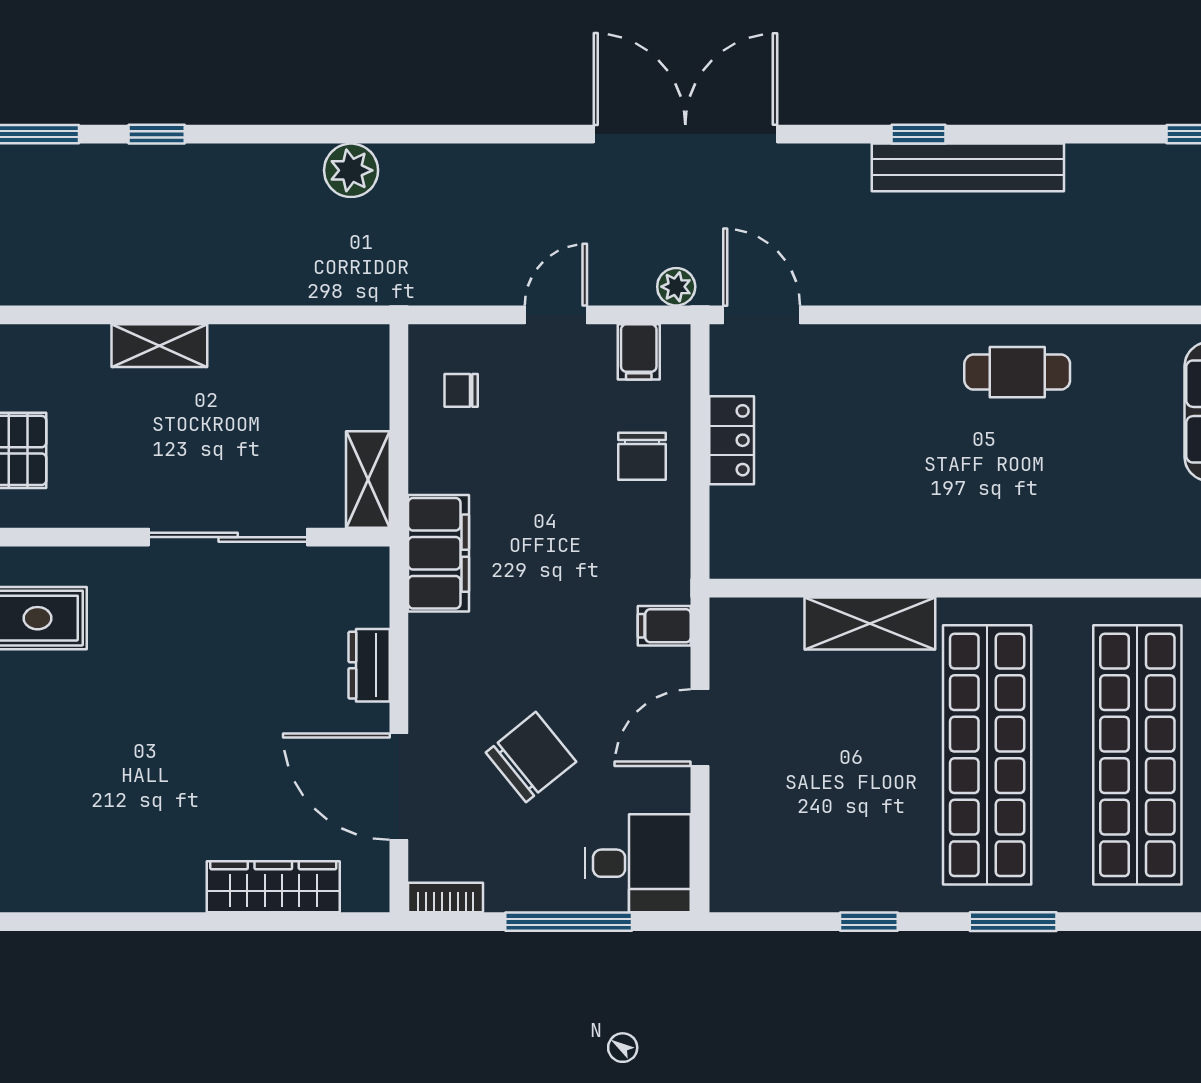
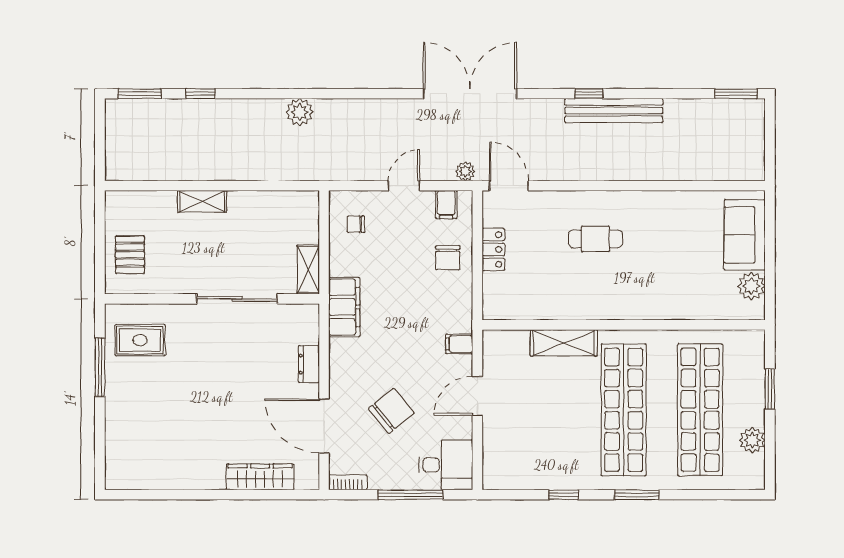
cafe table: (1017, 372) -> (595, 239), moved

